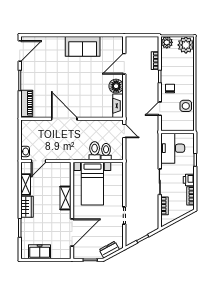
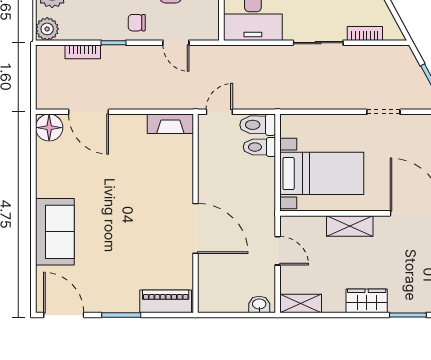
sofa: (83, 46) -> (55, 232), moved
floor lamp: (116, 86) -> (49, 128), moved
door: (64, 119) -> (195, 228), swing flipped
toilet: (95, 151) -> (258, 125), moved
door: (39, 161) -> (278, 251), moved
shelving: (26, 185) -> (301, 303), moved

